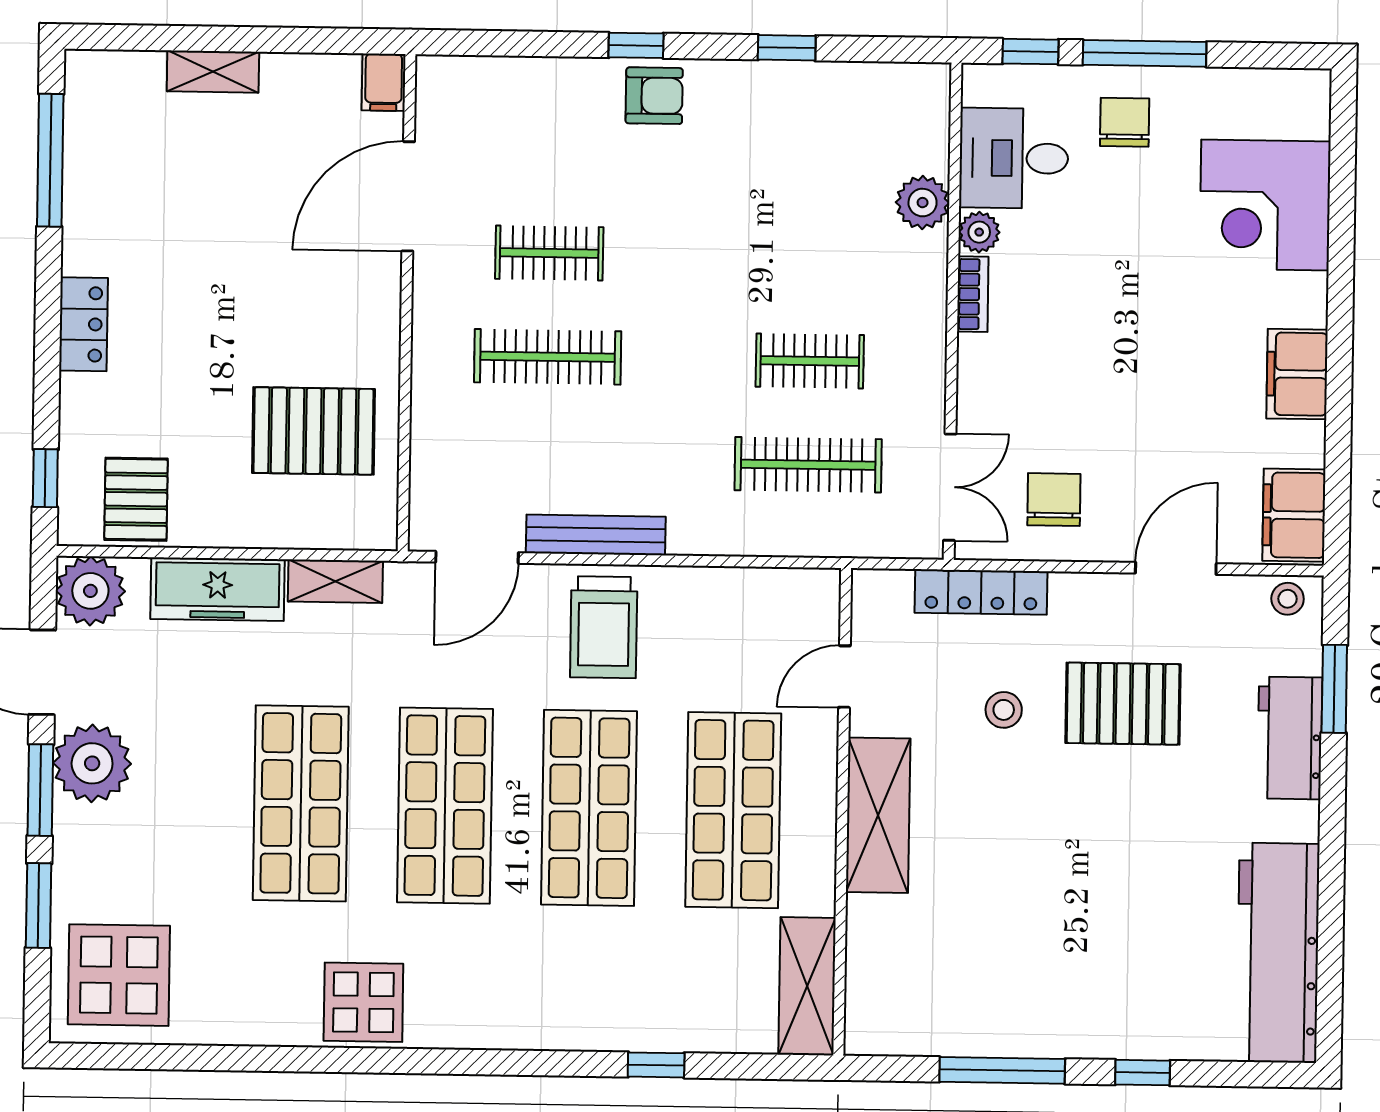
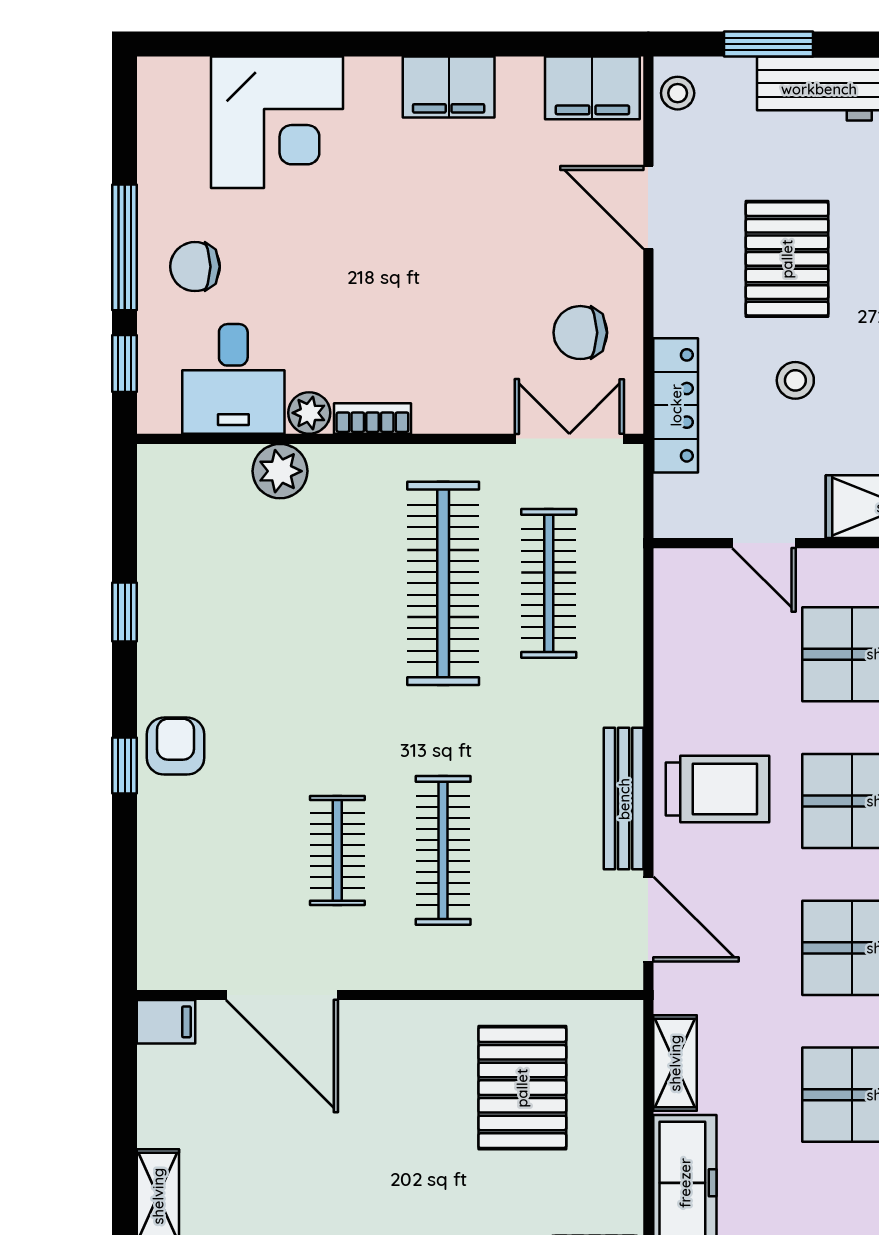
clothes rail: (810, 361) -> (443, 583), width x1.86, depth x1.31

